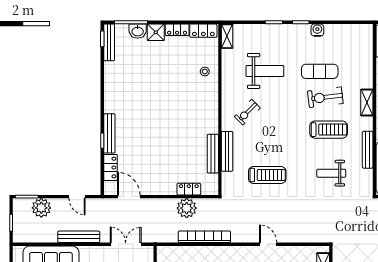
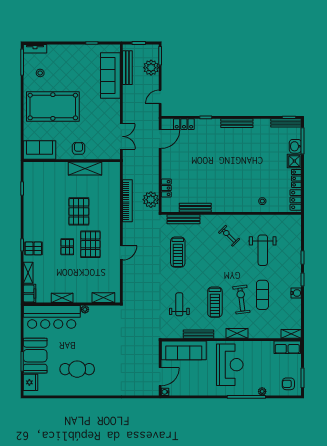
shelving: (227, 36) -> (291, 334), moved
bench: (109, 133) -> (237, 123), moved
bench: (227, 151) -> (184, 219), moved
plant: (187, 208) -> (151, 200), moved
bench: (79, 237) -> (127, 68), moved

